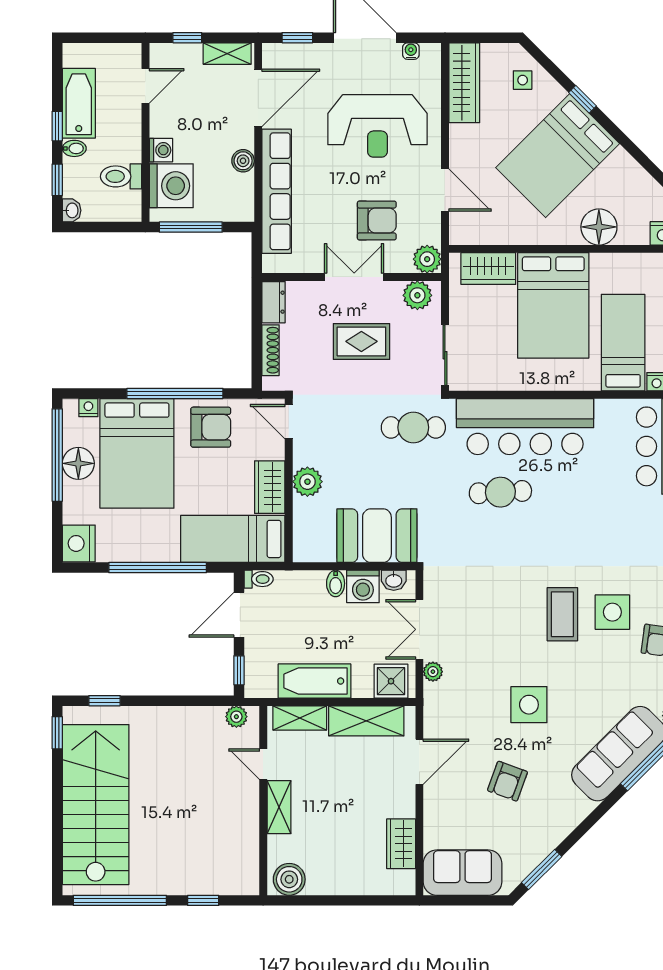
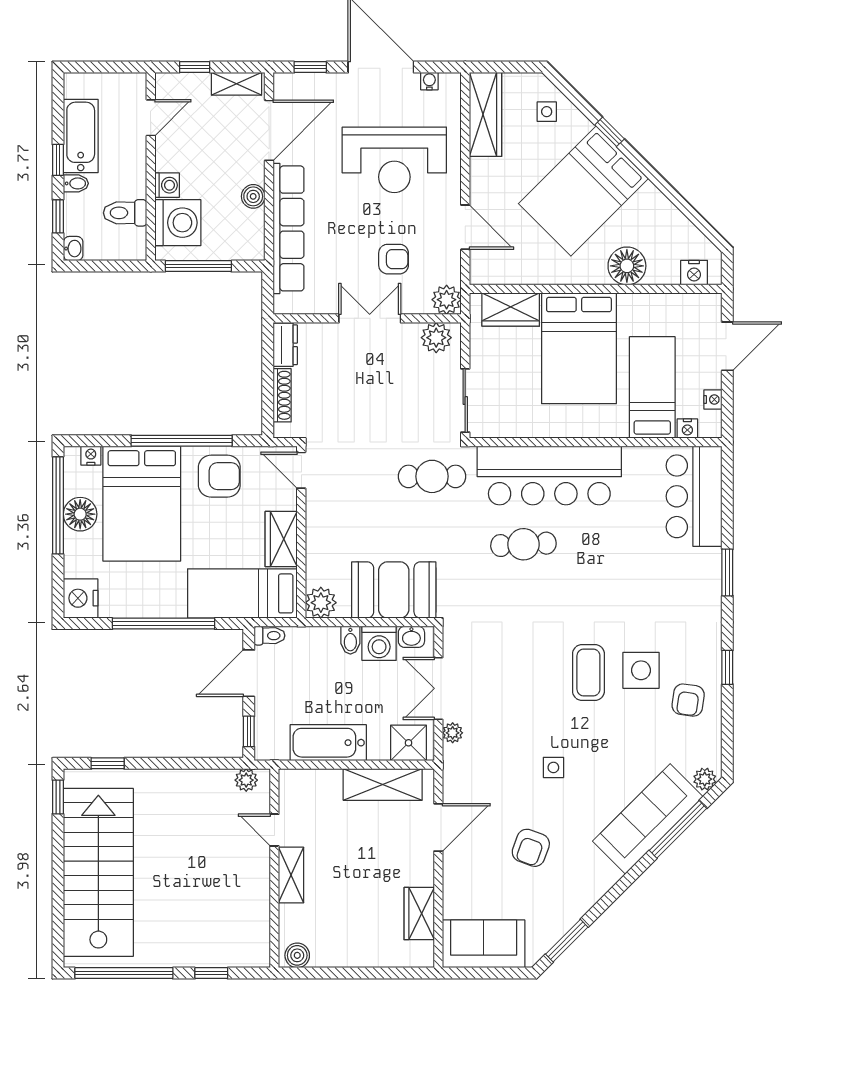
armchair: (377, 220) -> (394, 259), width x0.72, depth x0.72
rug: (361, 341) -> (378, 386), removed
plant: (307, 482) -> (321, 603), moved
side table: (529, 705) -> (553, 767), width x0.54, depth x0.54
shelving: (300, 718) -> (313, 781), removed
boiler: (289, 879) -> (297, 955), width x0.73, depth x0.73

